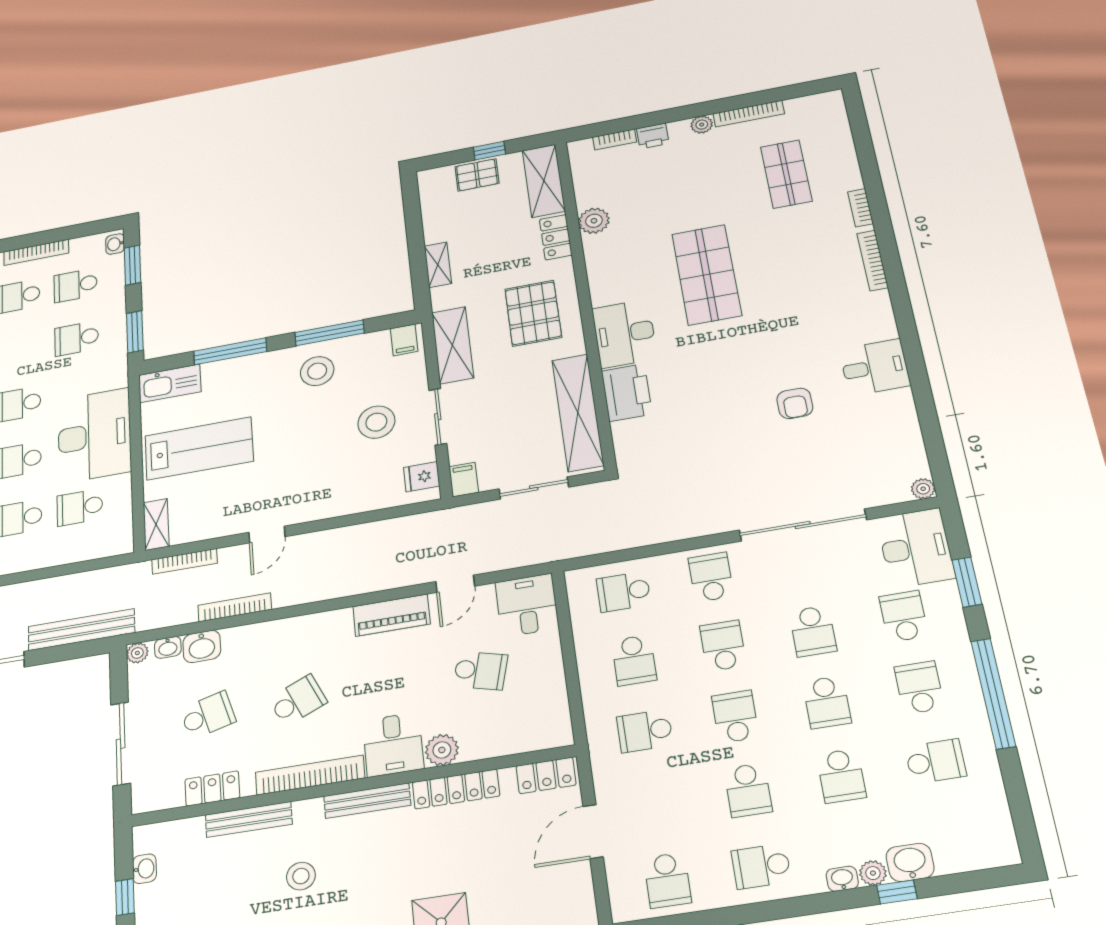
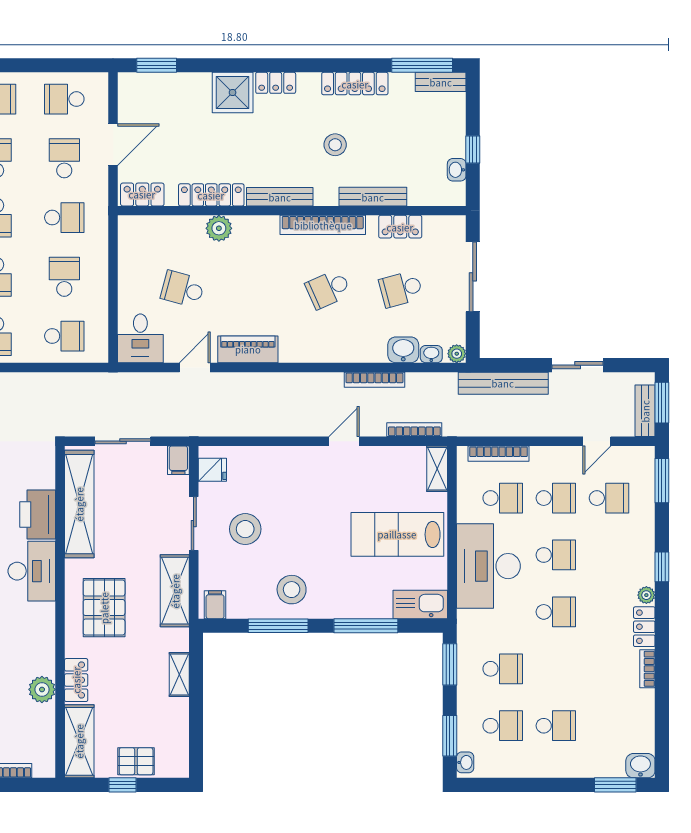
bookcase: (36, 252) -> (498, 454), moved, turned 180
desk: (393, 744) -> (256, 239), removed
school desk: (656, 804) -> (64, 158), added
school desk: (667, 880) -> (64, 99), turned -90

